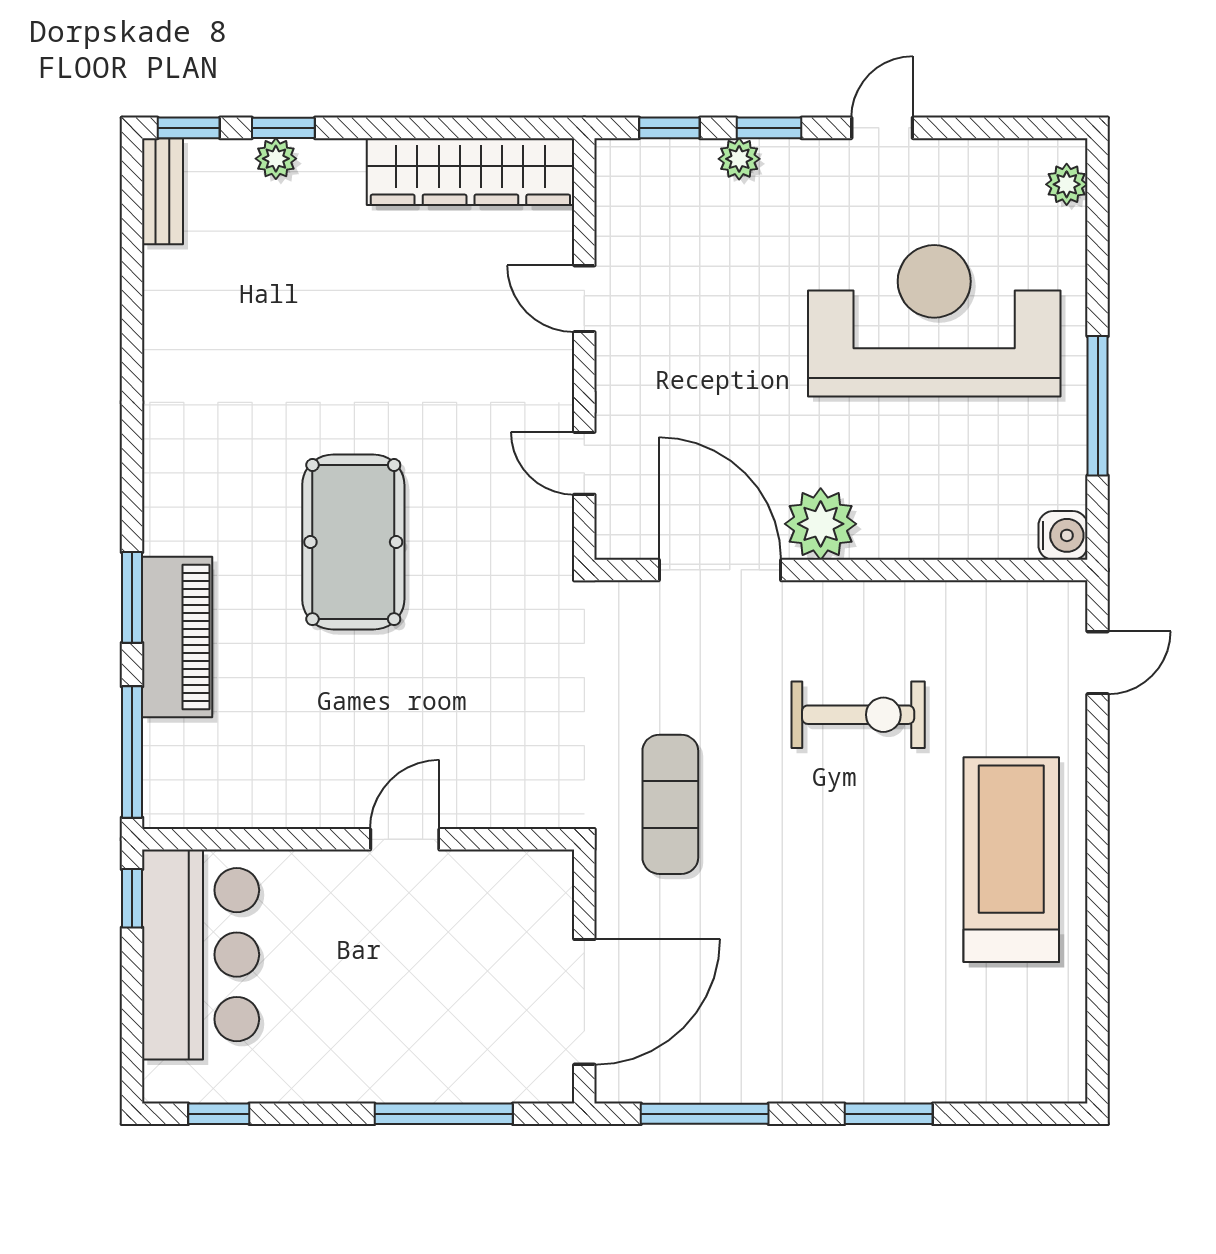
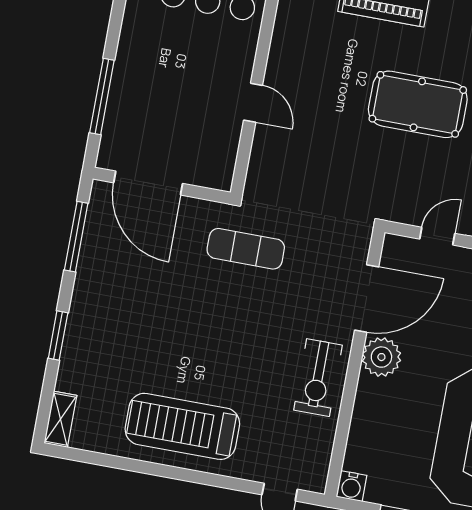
exercise bike: (858, 715) -> (318, 378), moved
treadmill: (1011, 860) -> (182, 426), turned 180
shelving: (1039, 1082) -> (60, 419), added

